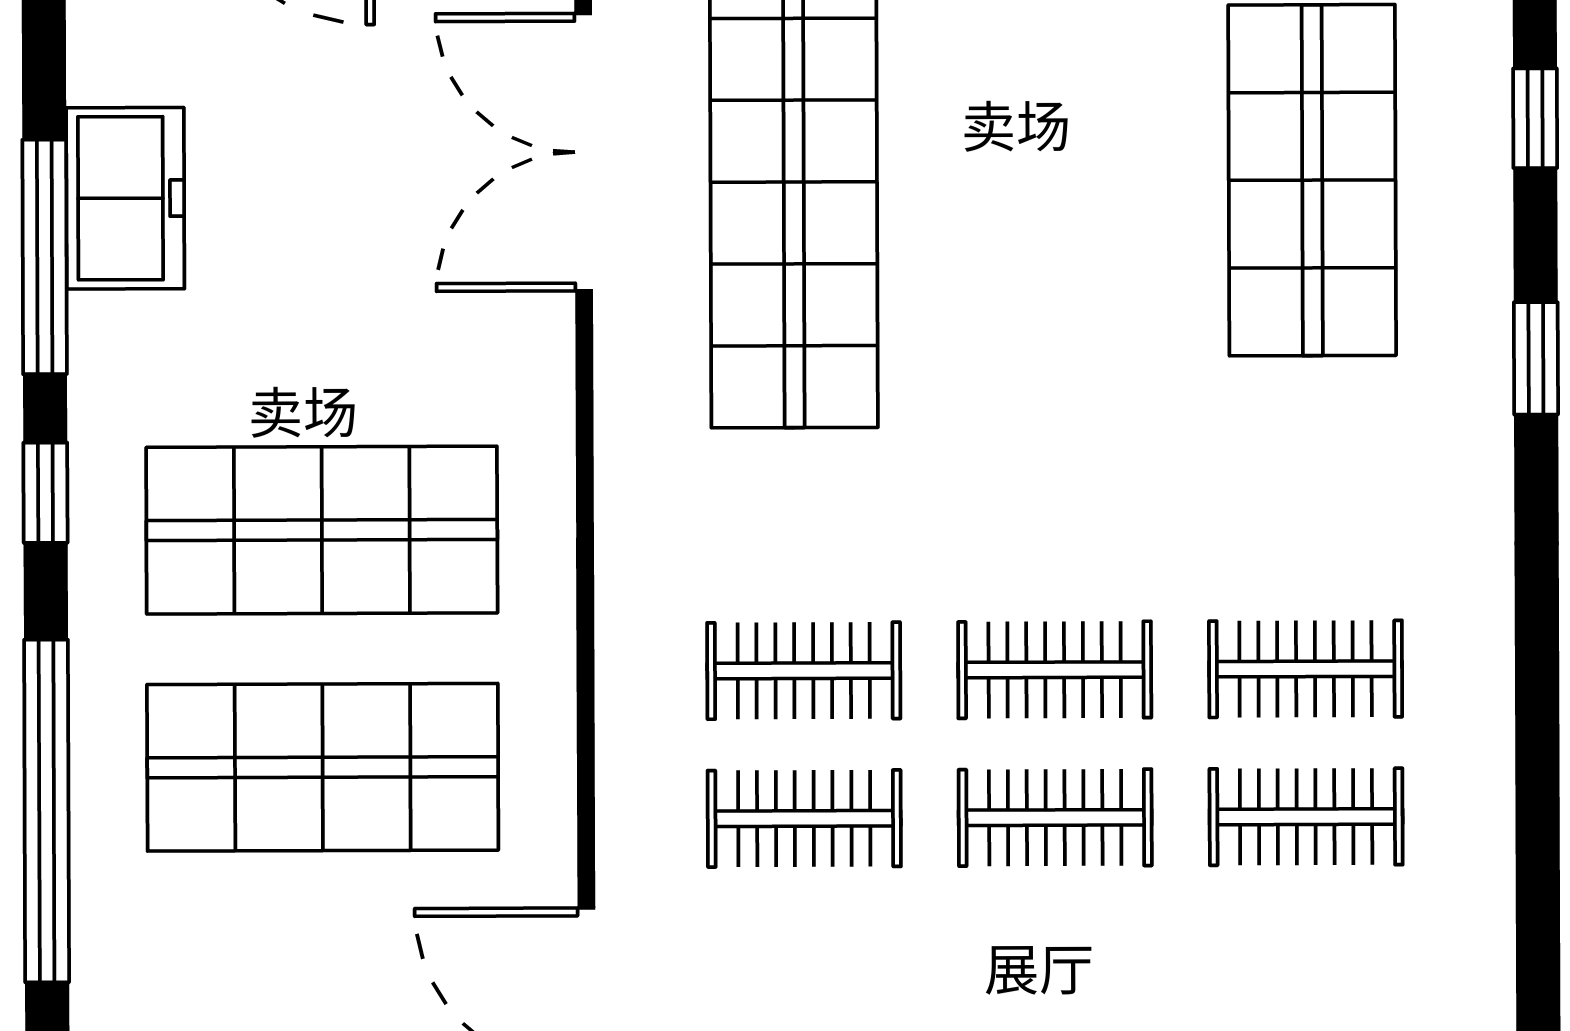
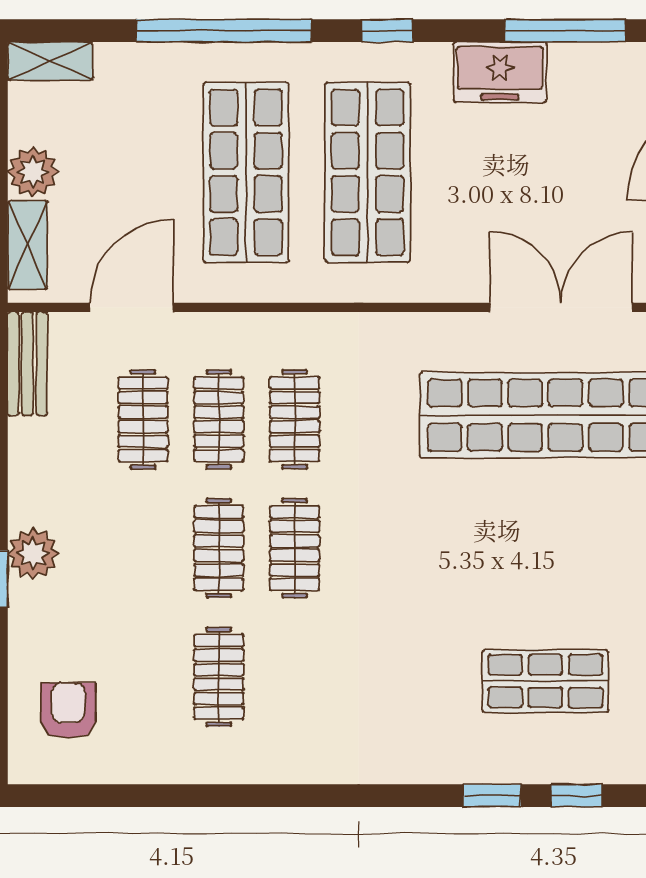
shop shelf: (1312, 180) -> (545, 681), width x0.70, depth x0.74
freezer: (125, 198) -> (500, 72), moved
window: (45, 257) -> (565, 31), moved
window: (1536, 358) -> (492, 796), moved
clothes rail: (1306, 669) -> (143, 419), moved

